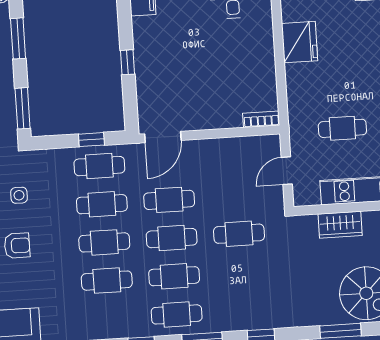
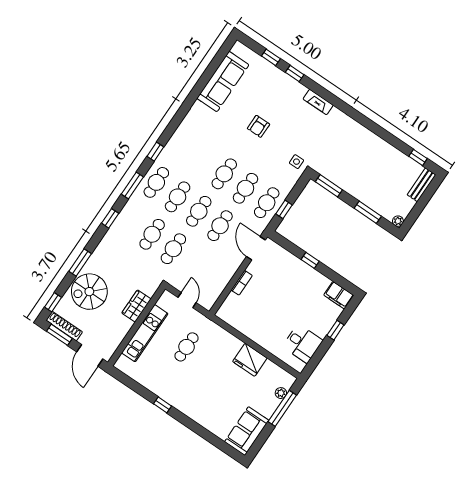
bookcase: (261, 119) -> (242, 283), moved
side table: (19, 195) -> (296, 162), moved
cafe table: (107, 281) -> (152, 234), moved

